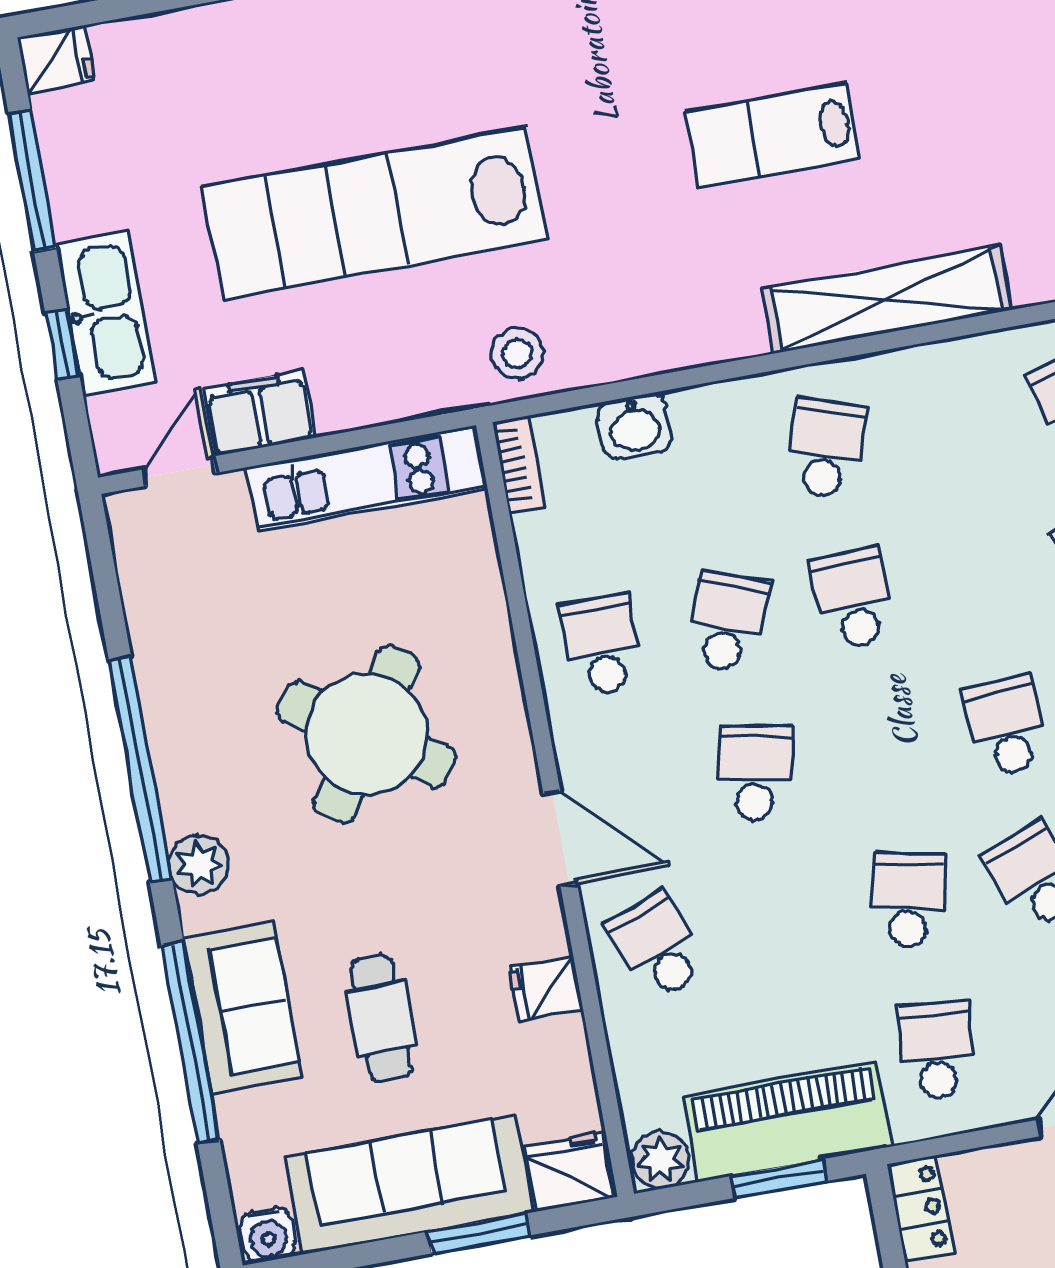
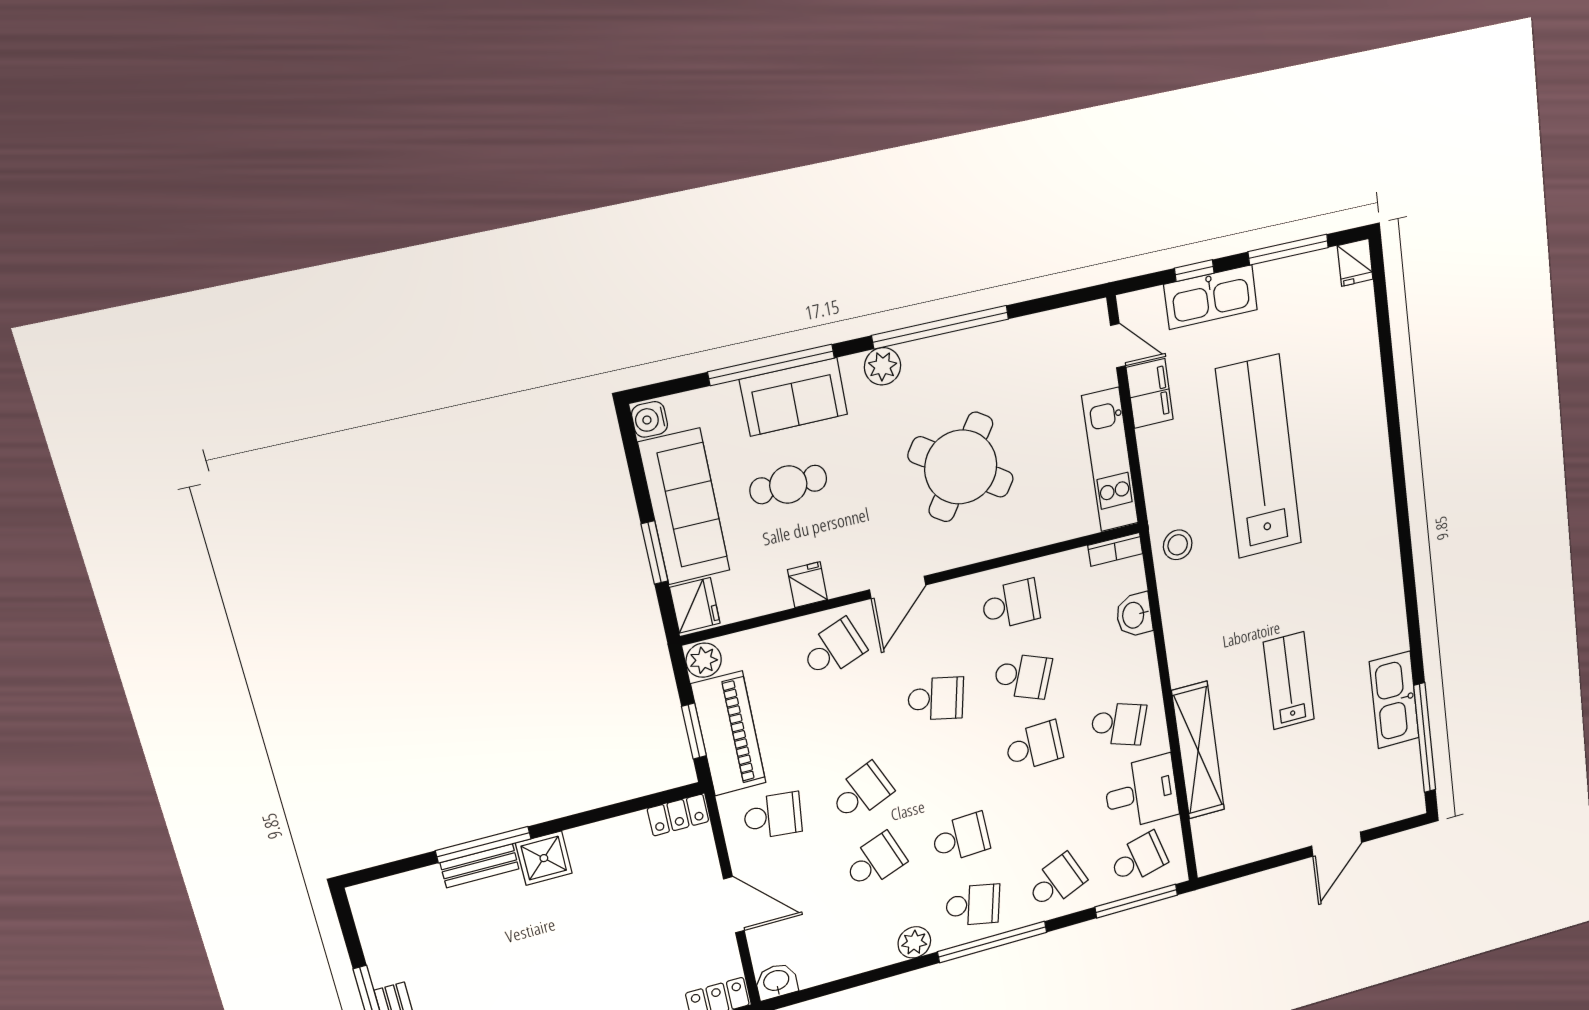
desk: (955, 402) -> (1141, 792), added
school desk: (909, 900) -> (861, 792), turned -36

